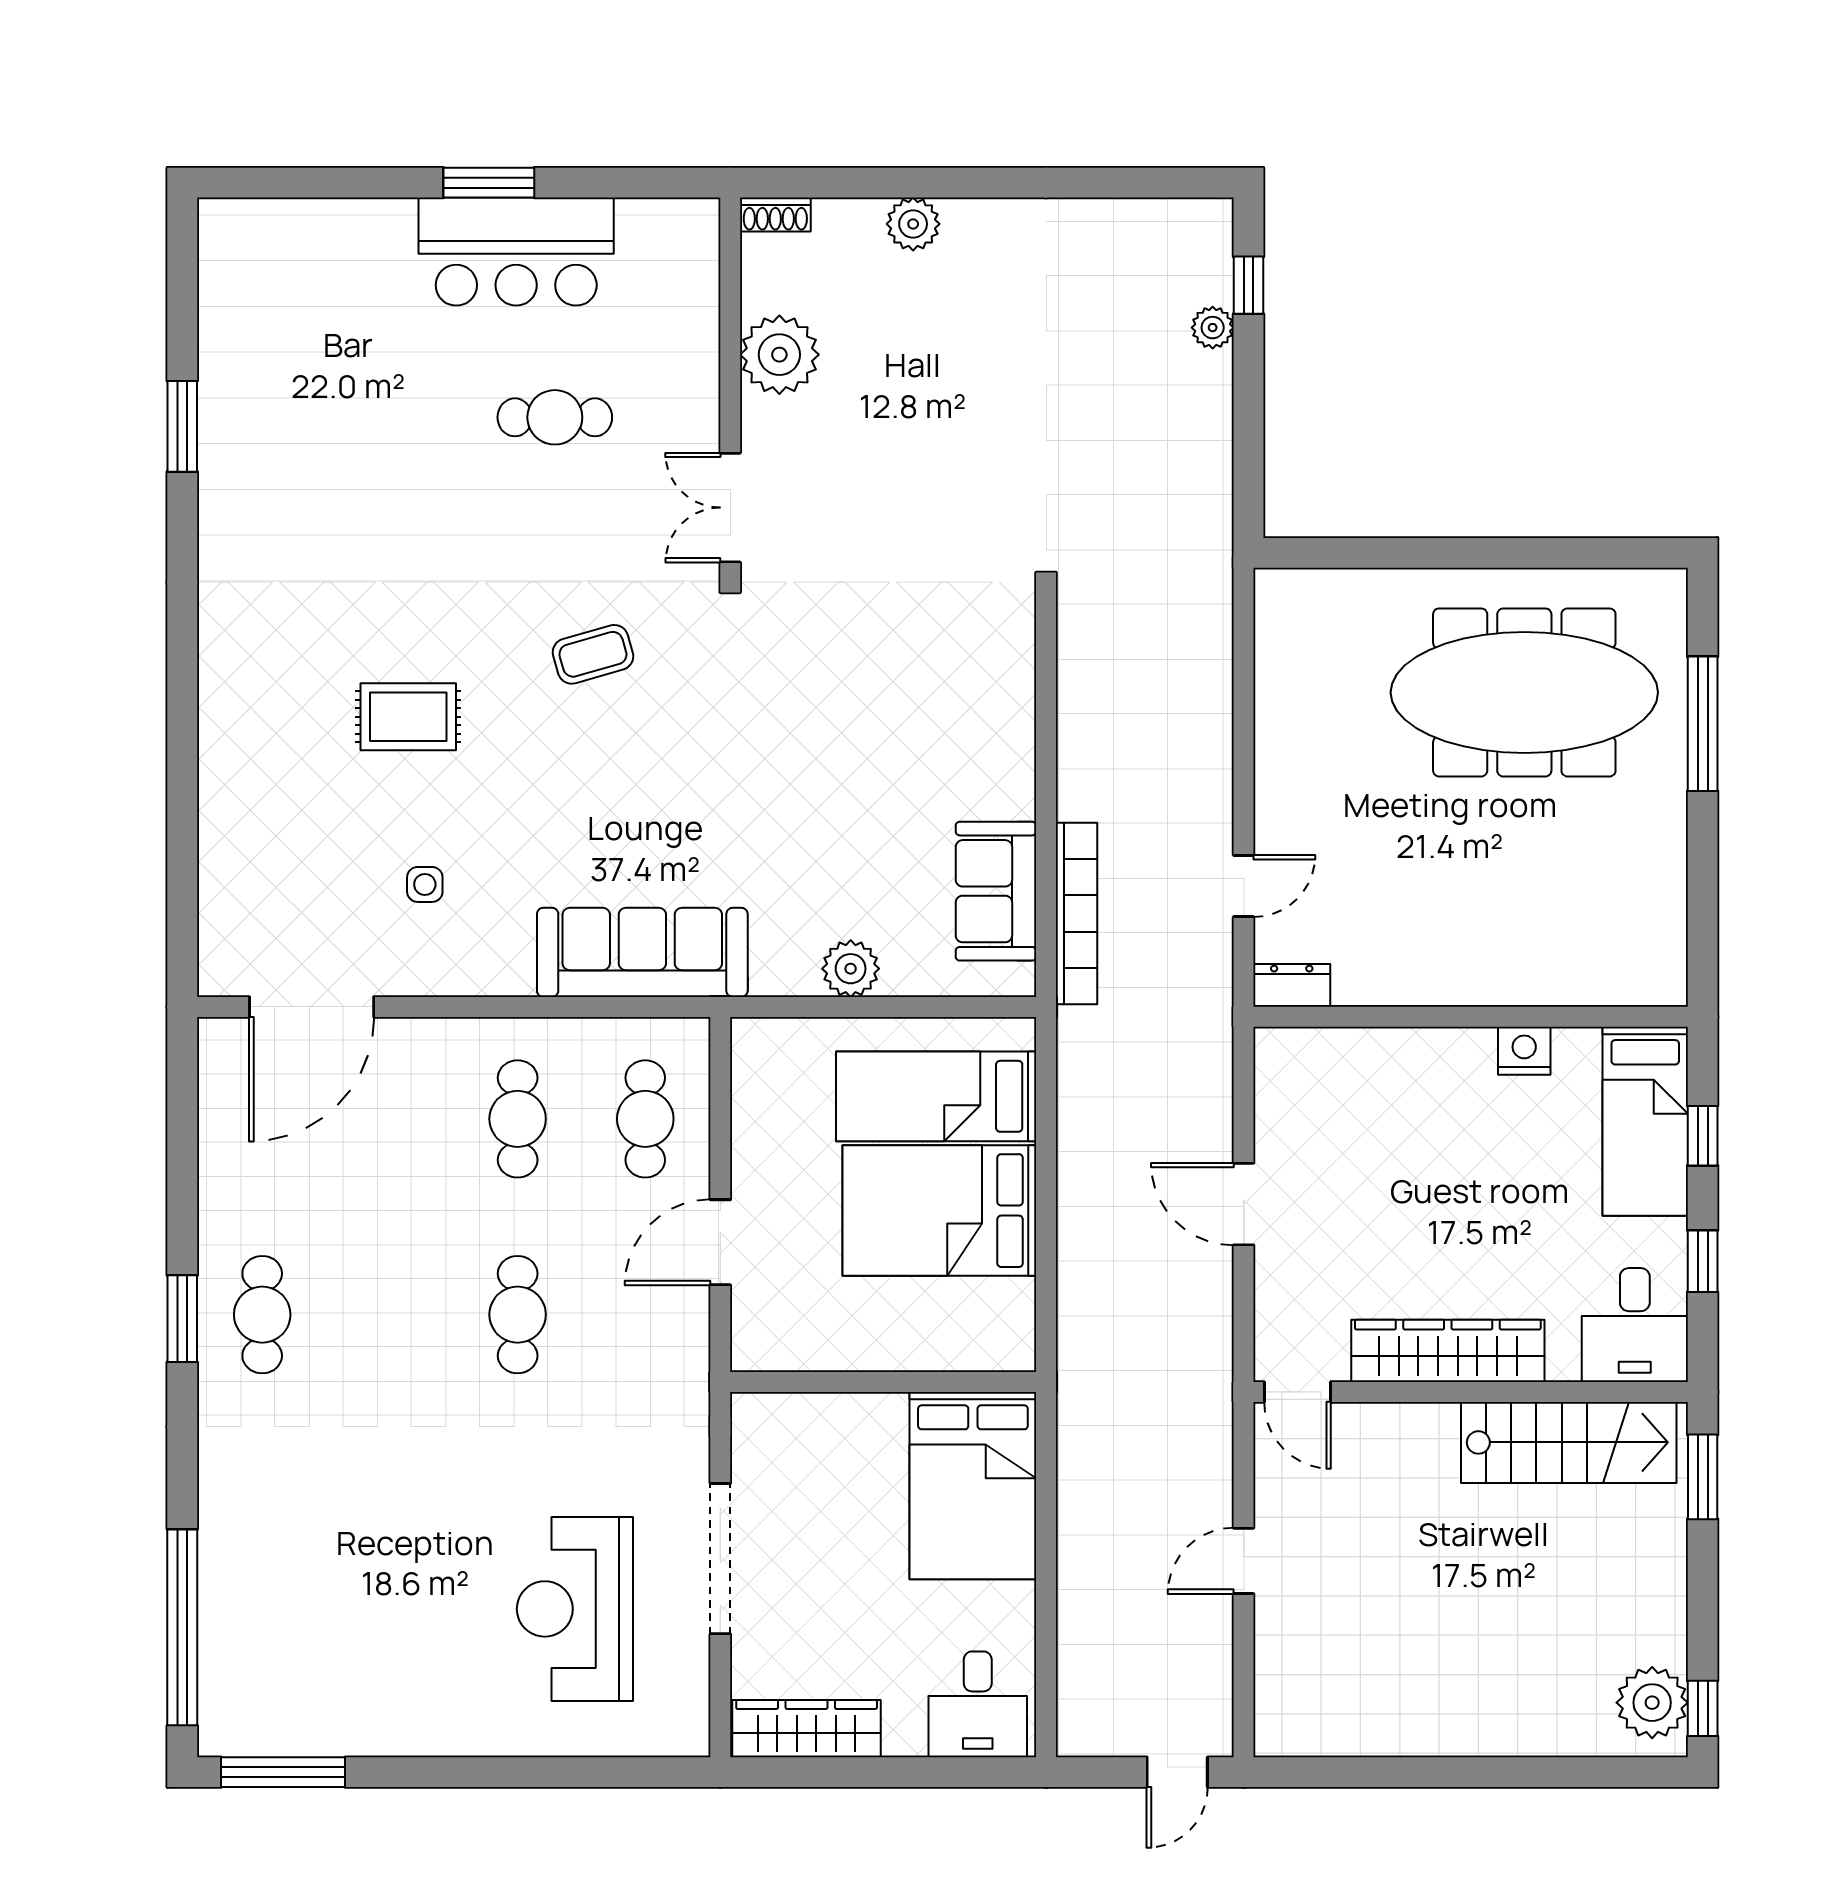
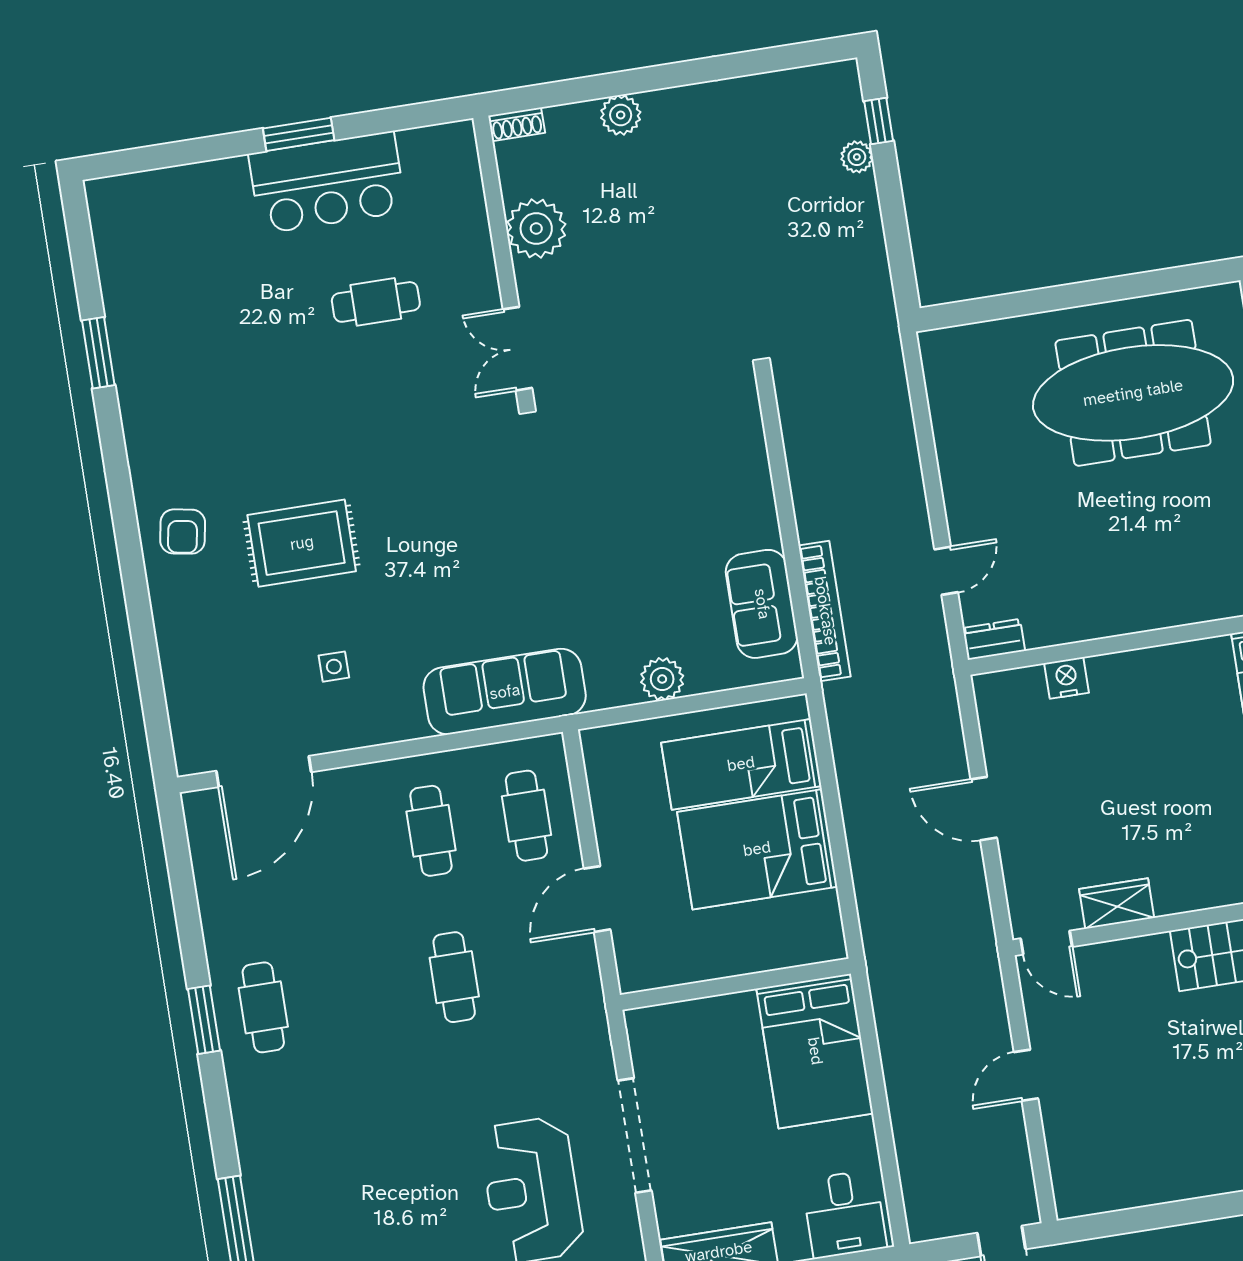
coffee table: (593, 654) -> (432, 475), removed
armchair: (255, 677) -> (183, 532), added
rug: (408, 717) -> (302, 543), width x1.36, depth x1.43
nightstand: (1524, 1051) -> (1066, 678), moved
wardrobe: (1448, 1351) -> (1117, 903), width x0.48, depth x0.85

